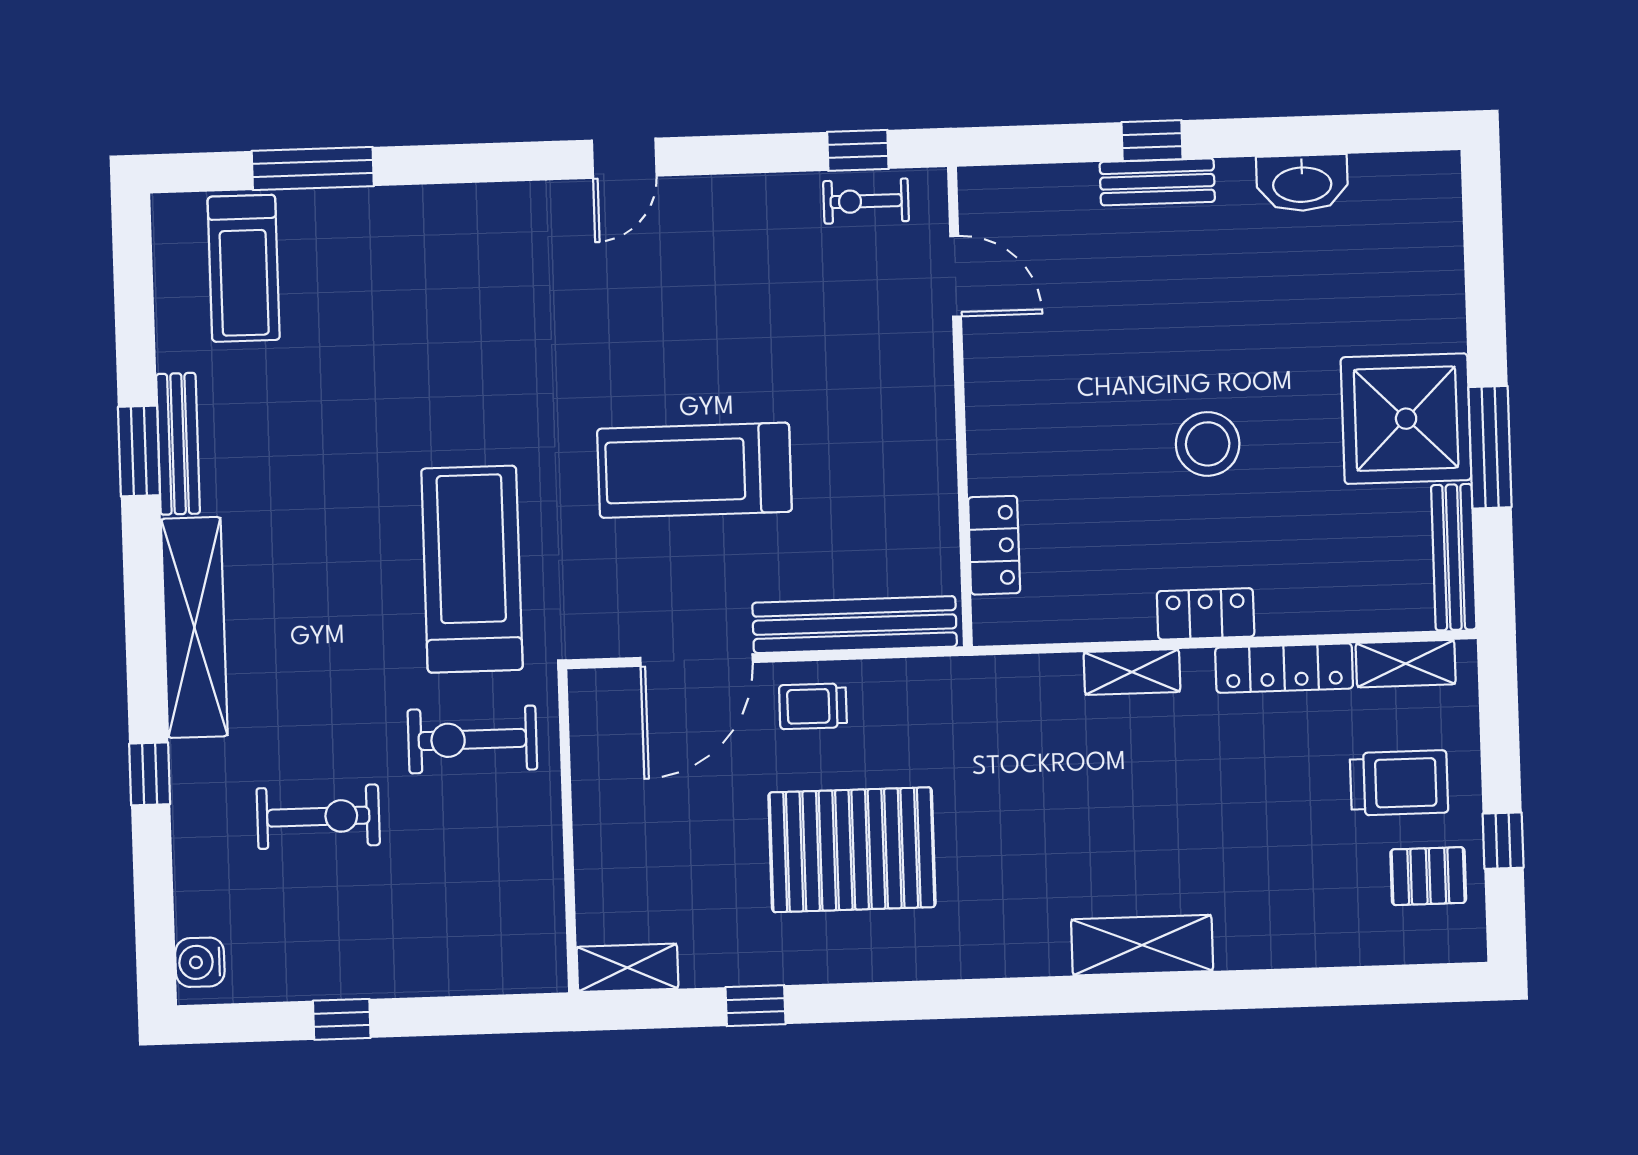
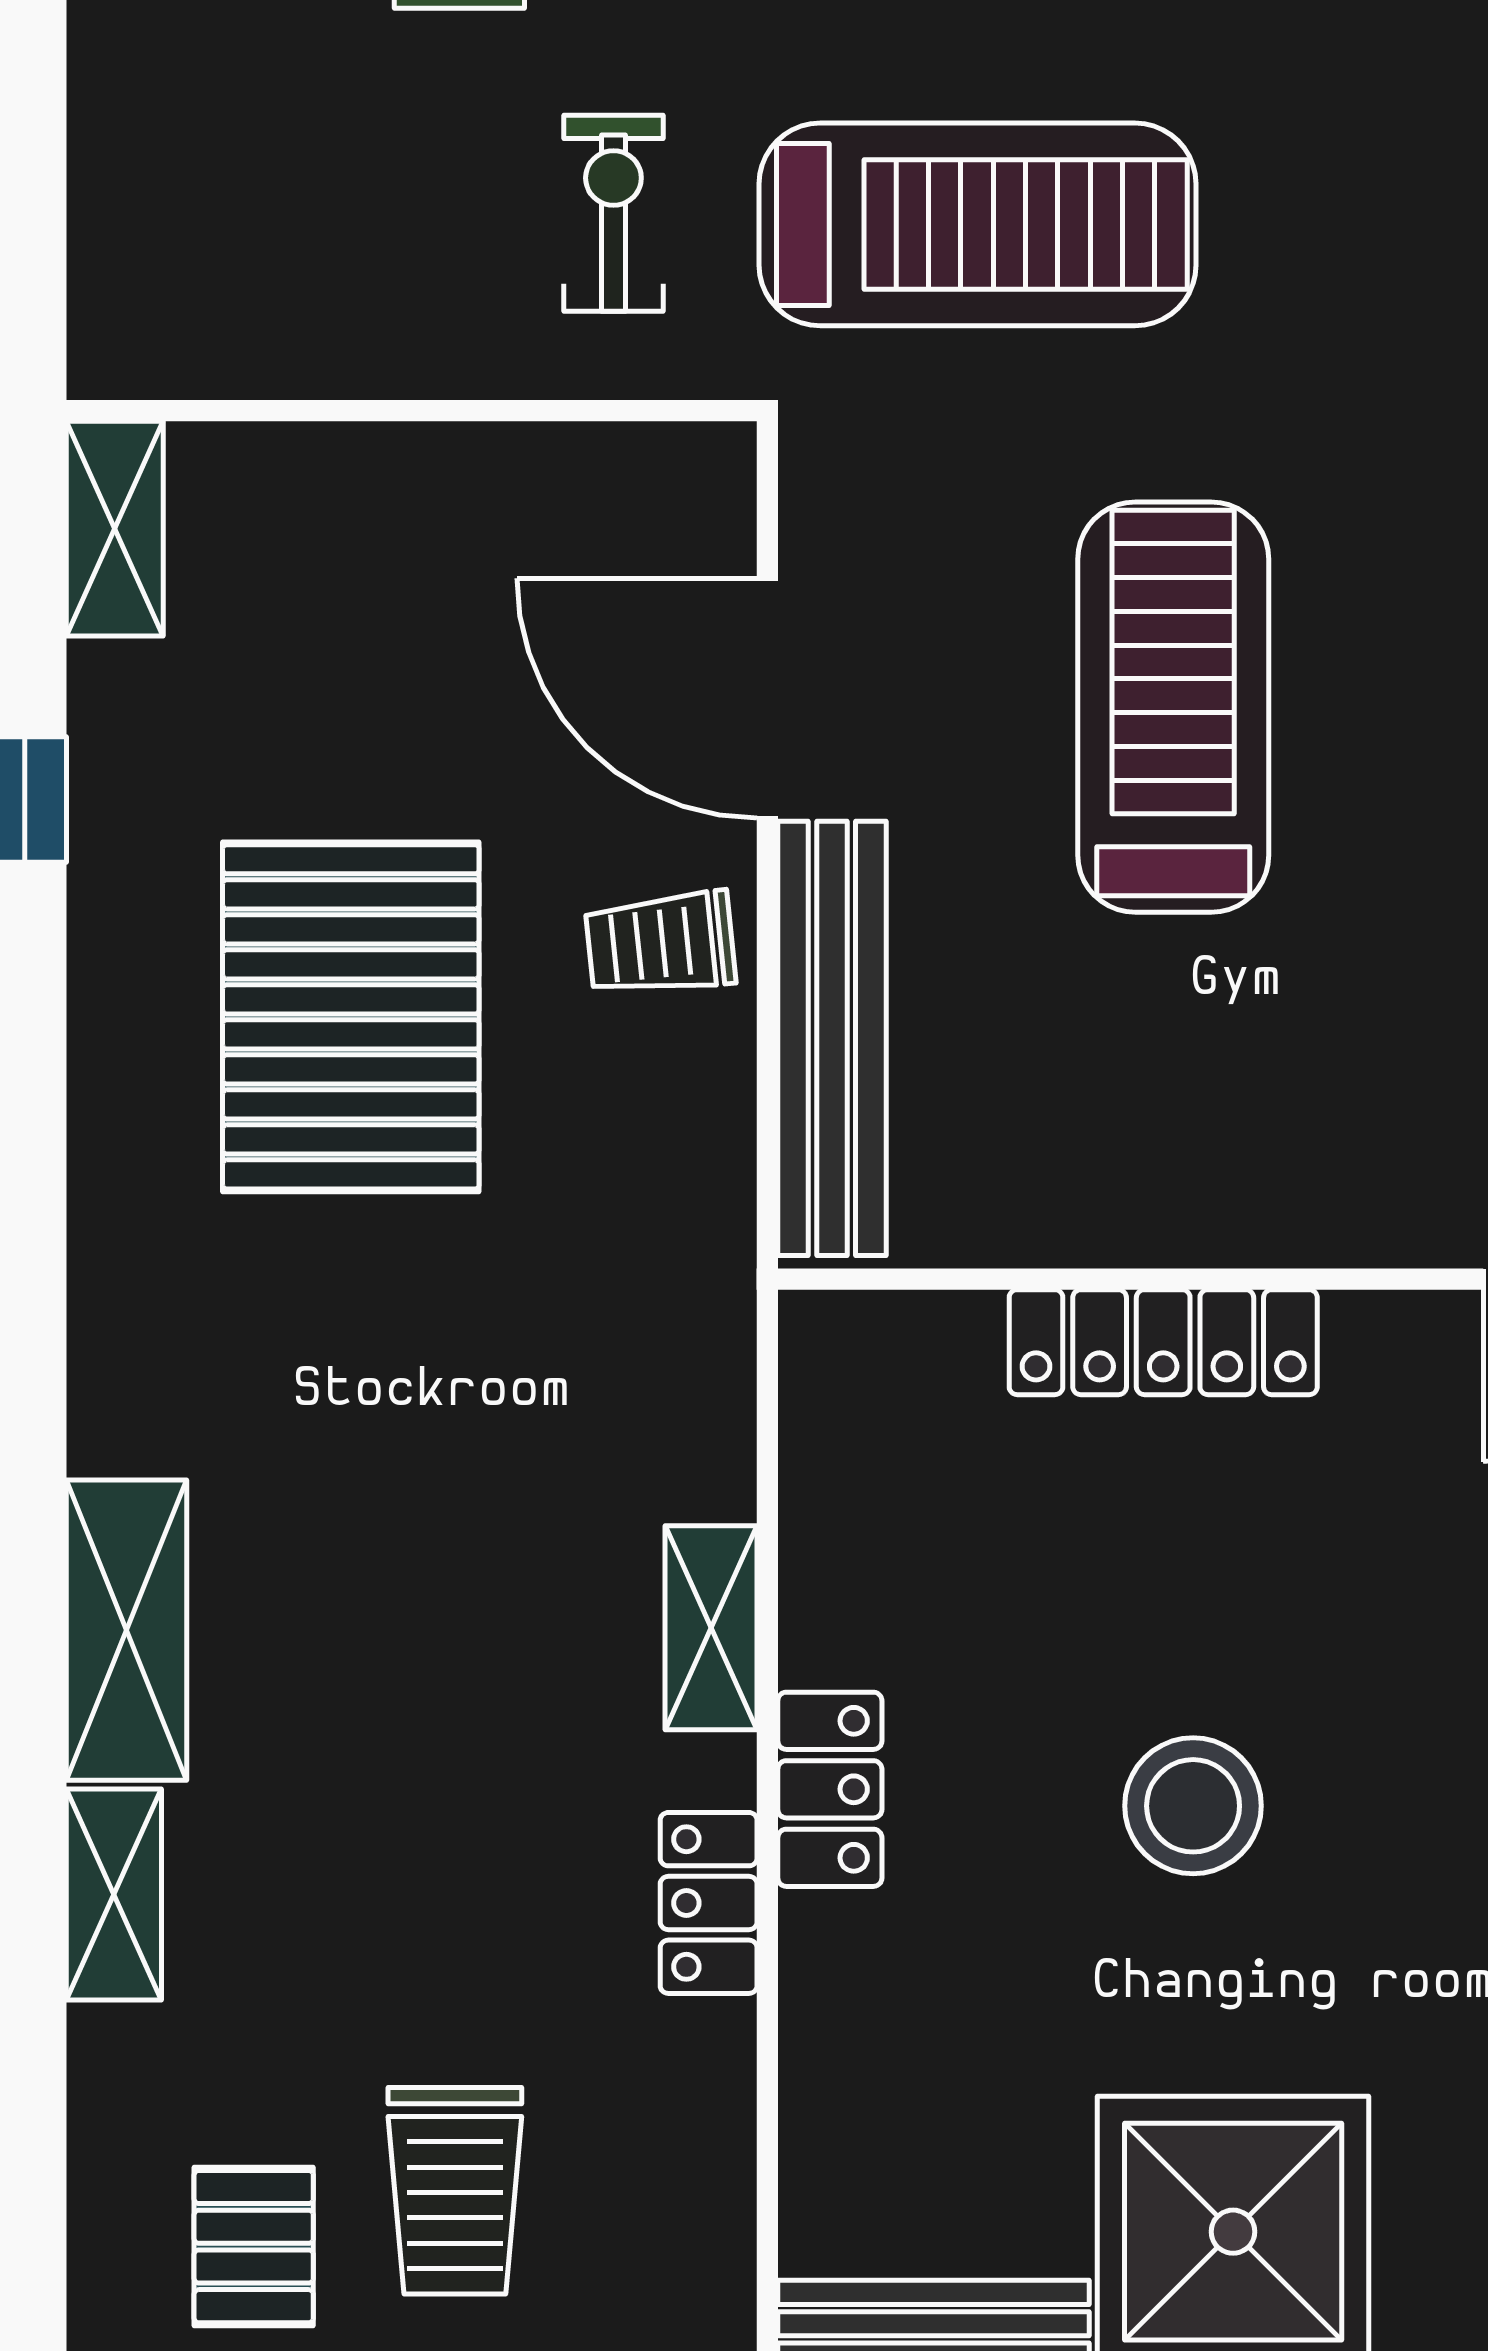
locker: (994, 545) -> (1163, 1342), moved, width x1.53
shelving: (1406, 664) -> (114, 1894), moved
locker: (1284, 668) -> (709, 1903), width x0.66
trolley: (813, 706) -> (660, 944), turned -96
exercise bike: (472, 739) -> (613, 213), width x0.73, depth x0.72

